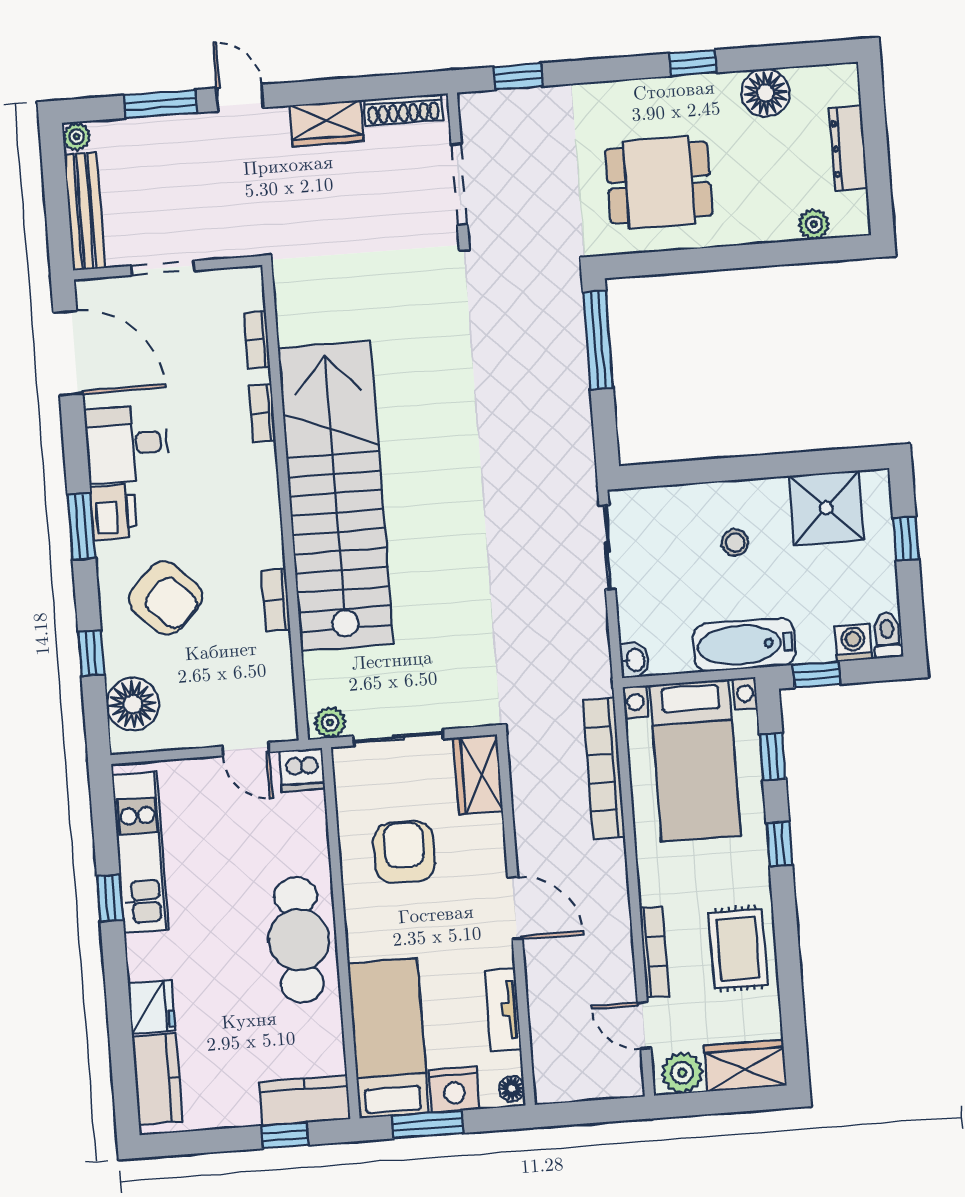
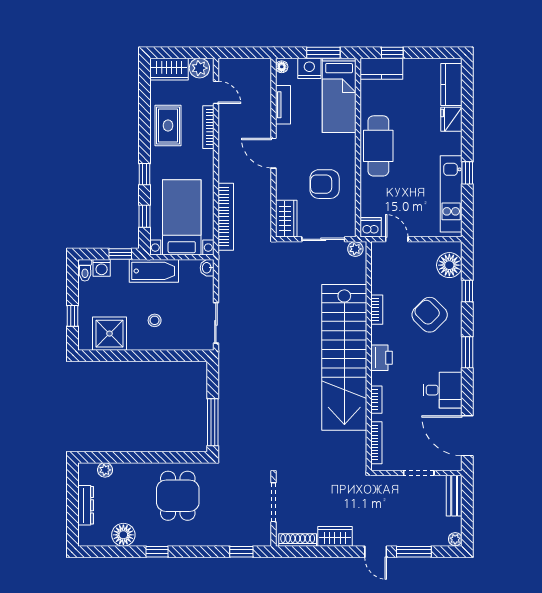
dining table: (659, 182) -> (178, 496), turned 90
bench: (85, 211) -> (454, 496), width x0.73
bookcase: (257, 340) -> (376, 443), width x1.56
printer: (114, 512) -> (382, 358), moved, turned 180
armchair: (404, 852) -> (325, 184), turned 90

